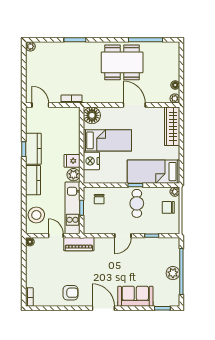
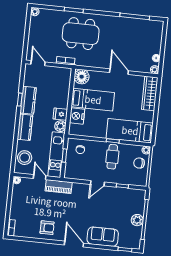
dining table: (122, 62) -> (81, 34), moved

